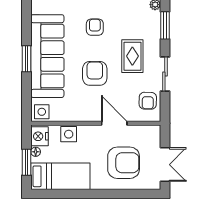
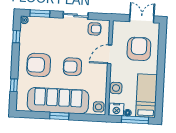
armchair: (95, 27) -> (39, 65), width x1.88, depth x1.88
rug: (132, 56) -> (61, 38), removed
window: (27, 162) -> (135, 120), width x1.44

